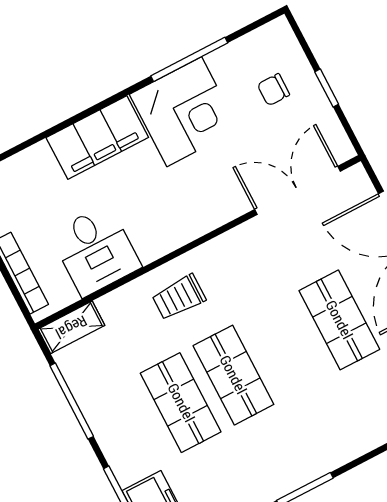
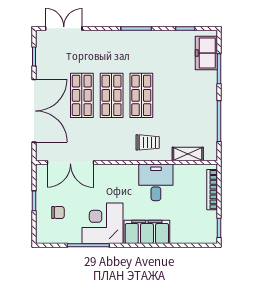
desk: (96, 250) -> (156, 182), moved
shelving: (71, 327) -> (188, 154), moved
shop shelf: (181, 403) -> (112, 95), moved

